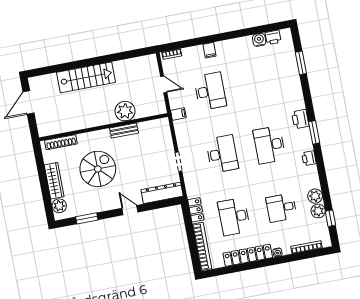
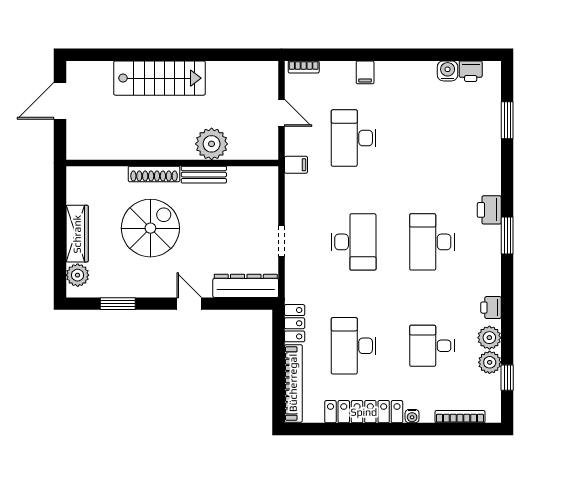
desk: (210, 91) -> (354, 138), turned 180
shoe rack: (61, 142) -> (154, 174), moved
printer: (309, 158) -> (491, 308), moved

